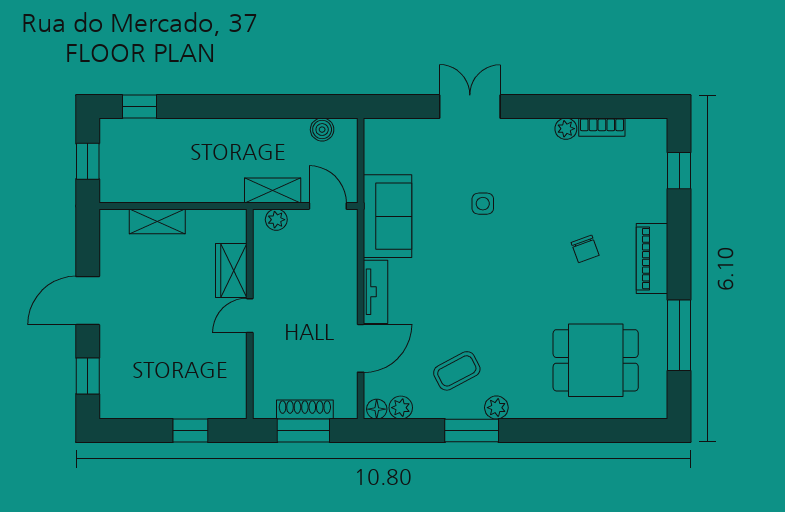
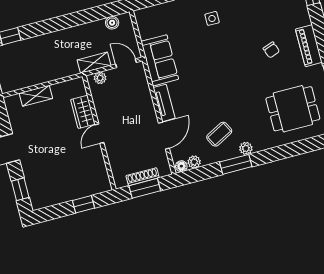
side table: (483, 204) -> (212, 18), moved

